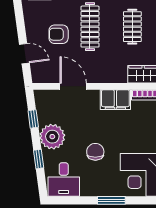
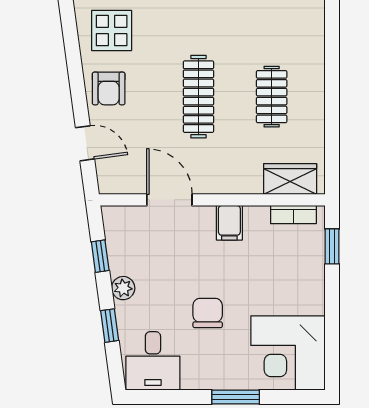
armchair: (59, 34) -> (109, 88), moved, turned -90
filing cabinet: (115, 100) -> (229, 223), width x0.50
plant: (52, 137) -> (123, 288), width x0.53, depth x0.53

